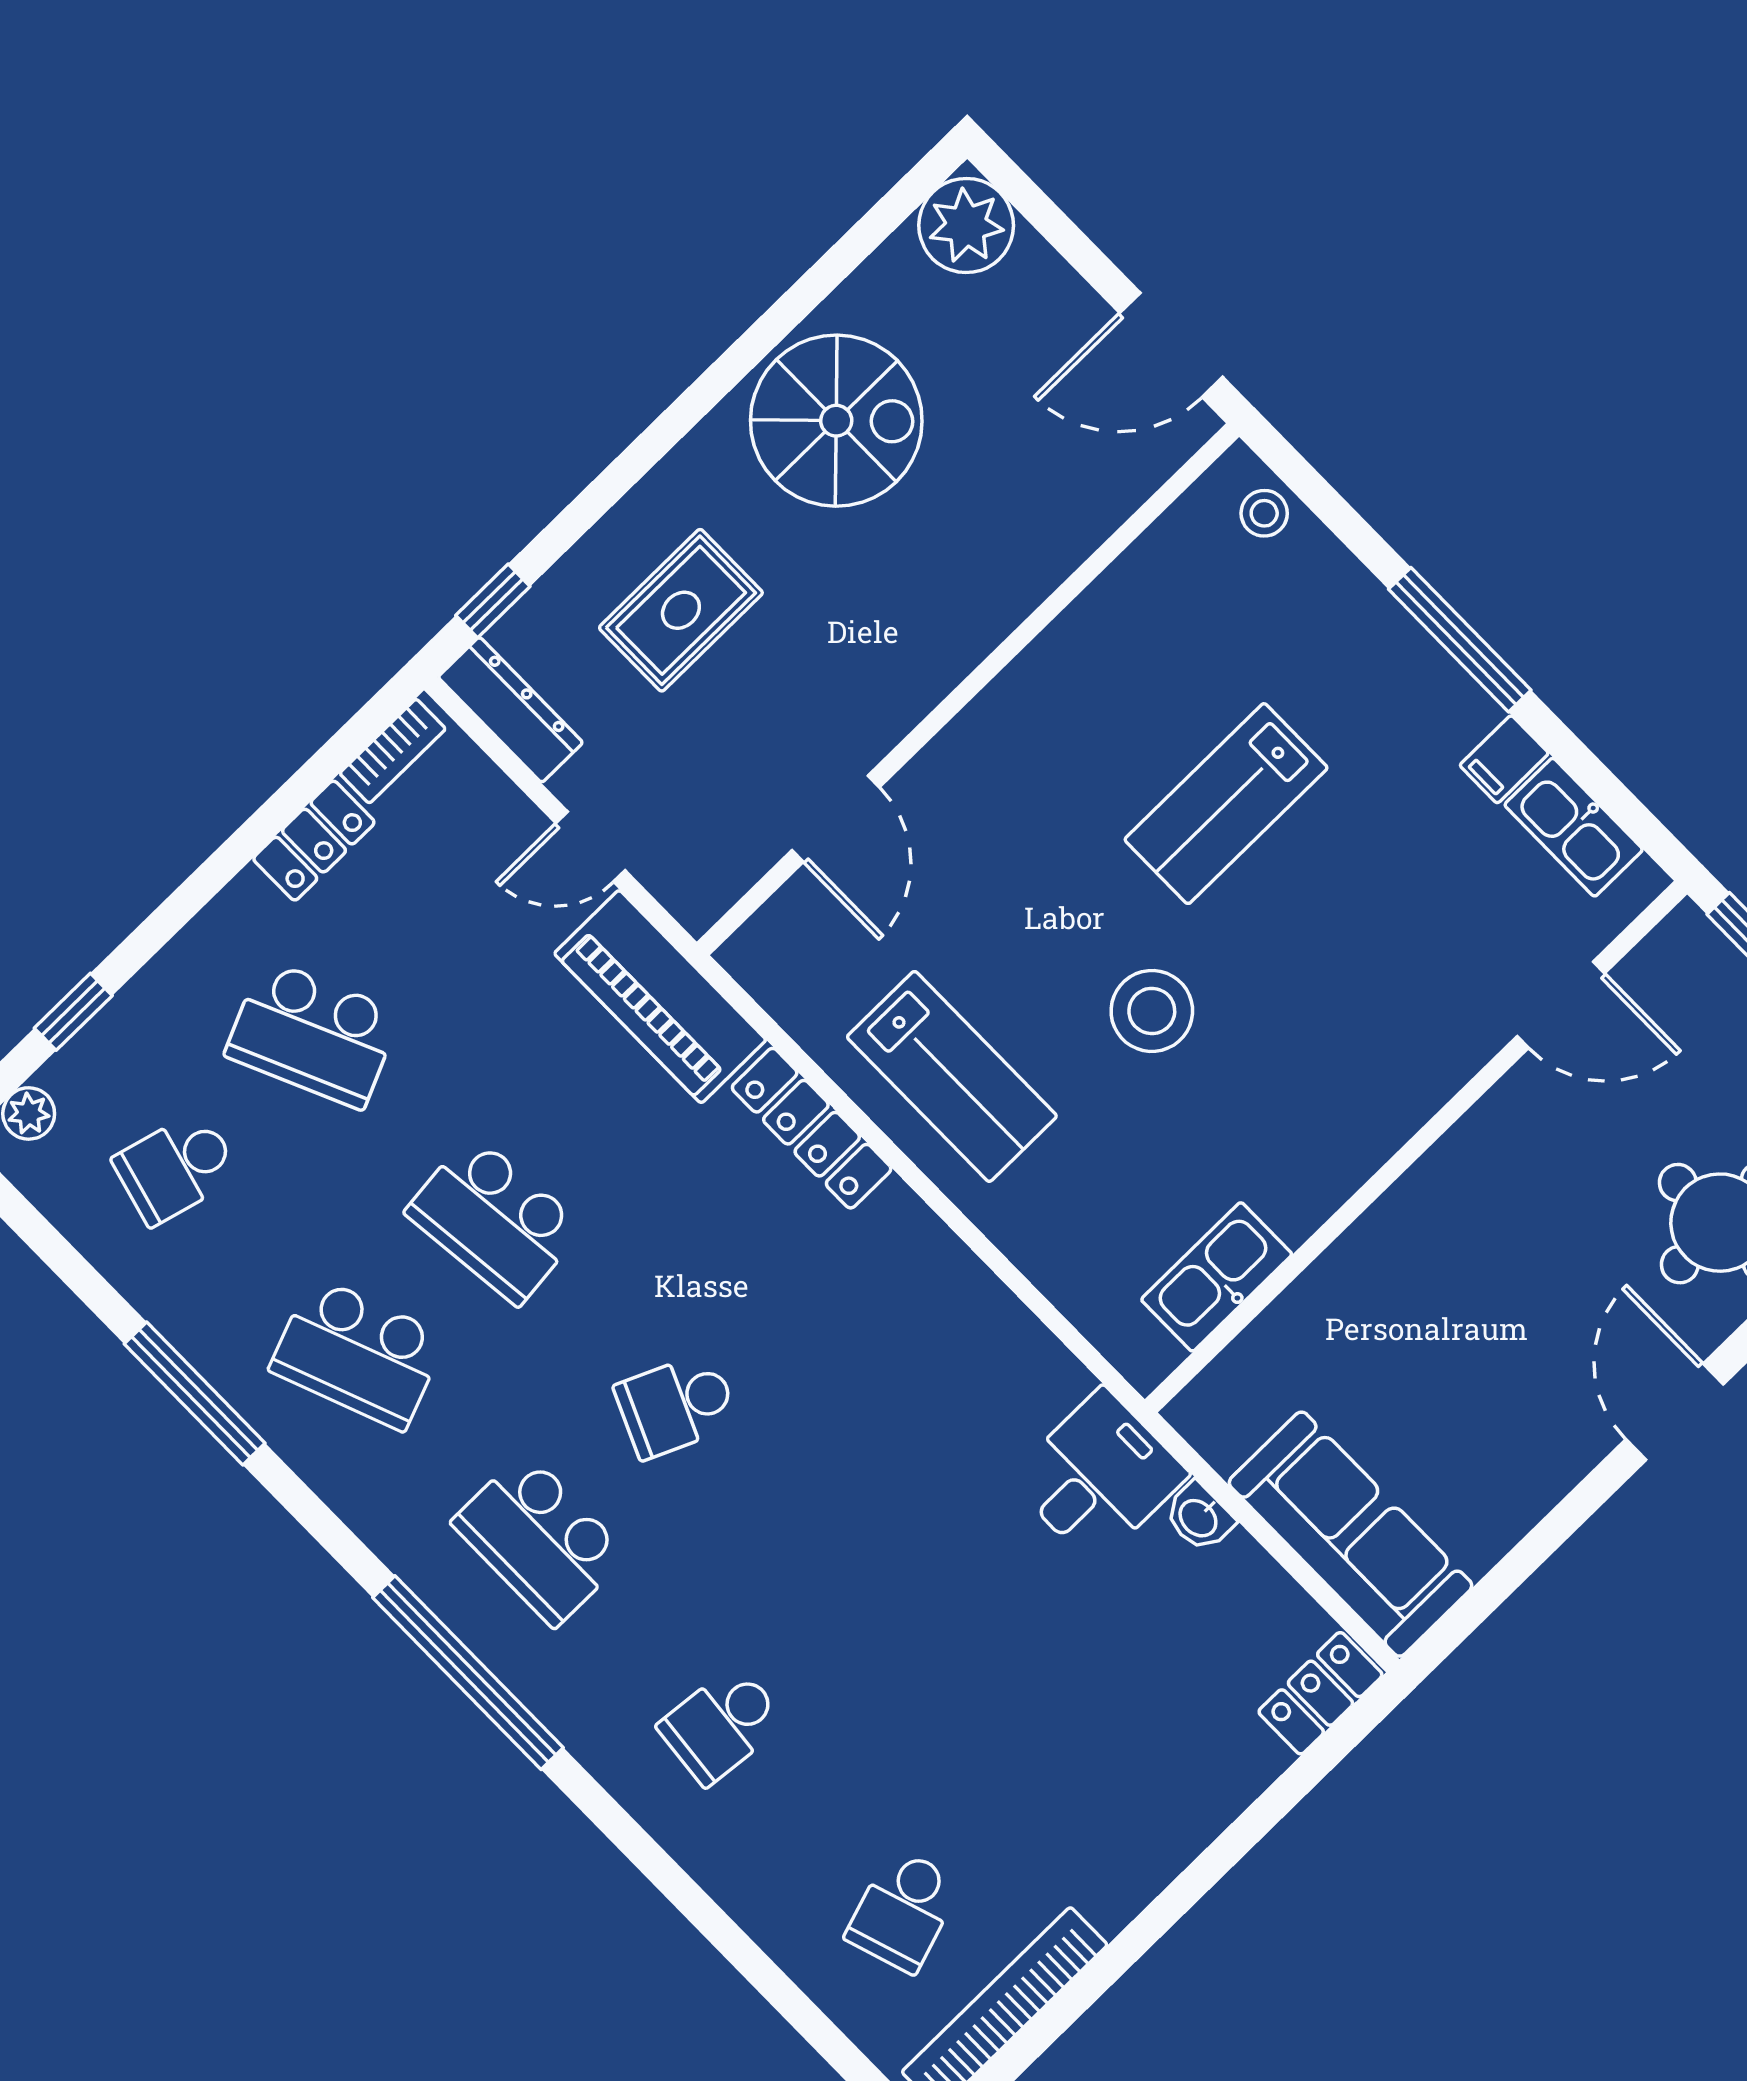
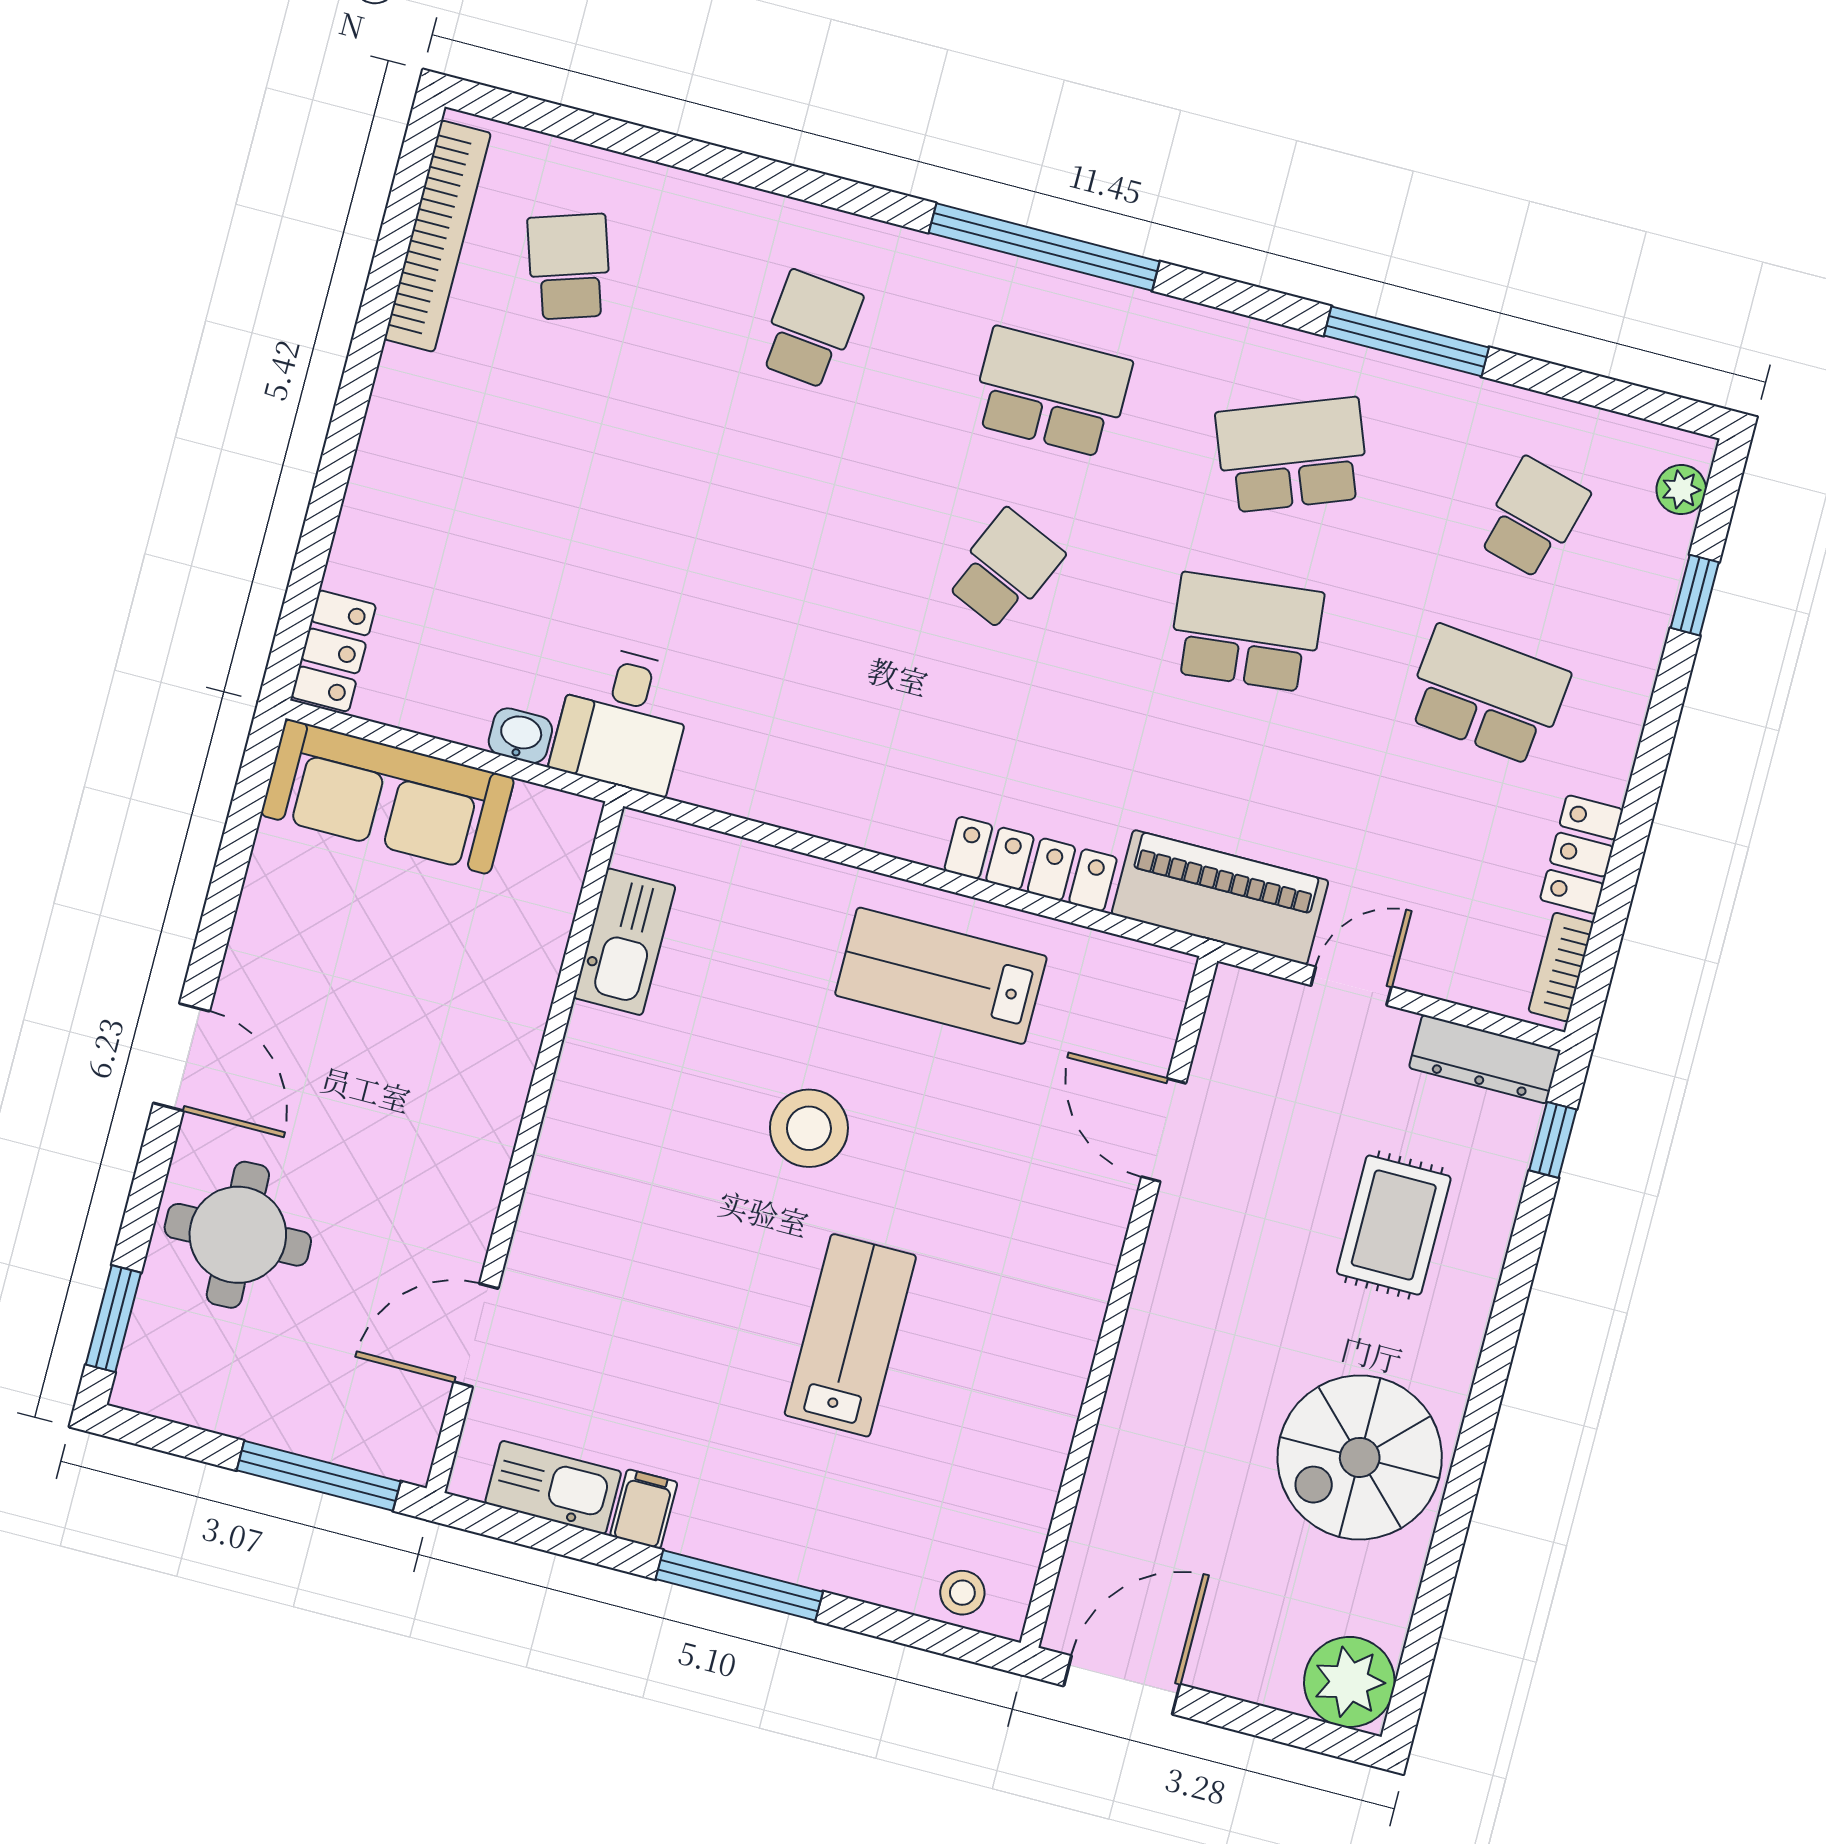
school desk: (313, 1034) -> (1487, 695), turned 30

